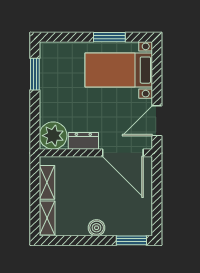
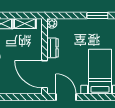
plant: (53, 136) -> (52, 23), width x0.53, depth x0.53
door: (123, 153) -> (45, 74), hinge flipped

